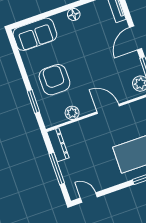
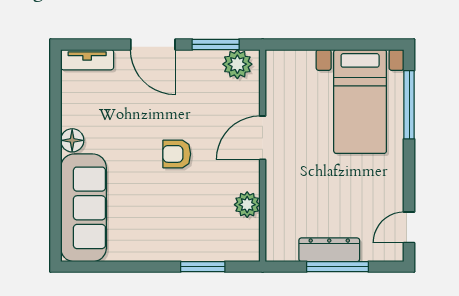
sofa: (35, 34) -> (83, 208), width x1.36
armchair: (54, 80) -> (177, 154), moved, width x0.53, depth x0.53
dresser: (58, 145) -> (329, 250), moved

